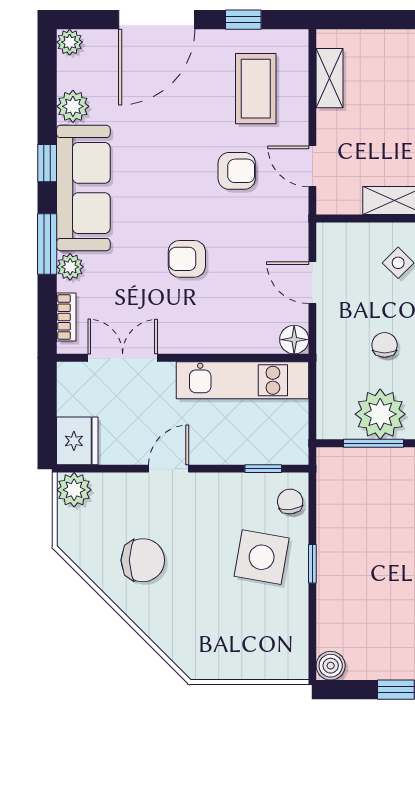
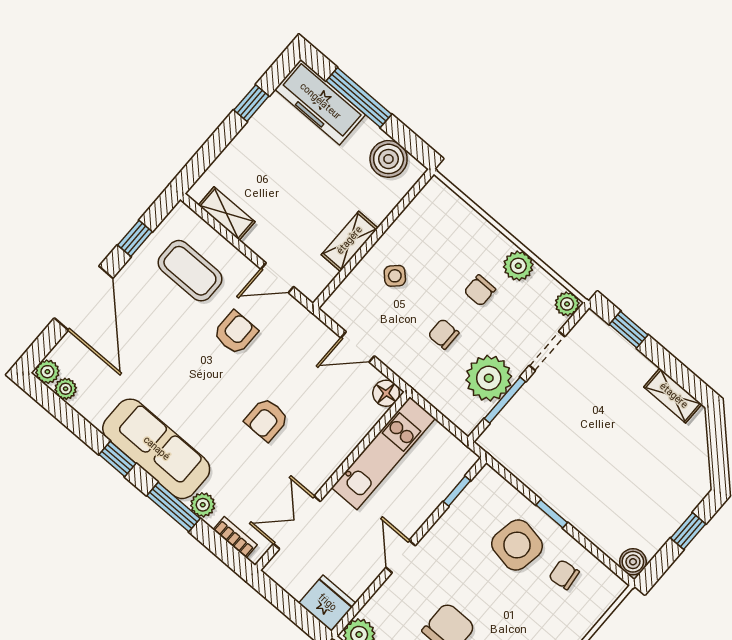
plant: (73, 106) -> (66, 389), moved, width x0.73, depth x0.73
chair: (290, 502) -> (564, 575), moved

